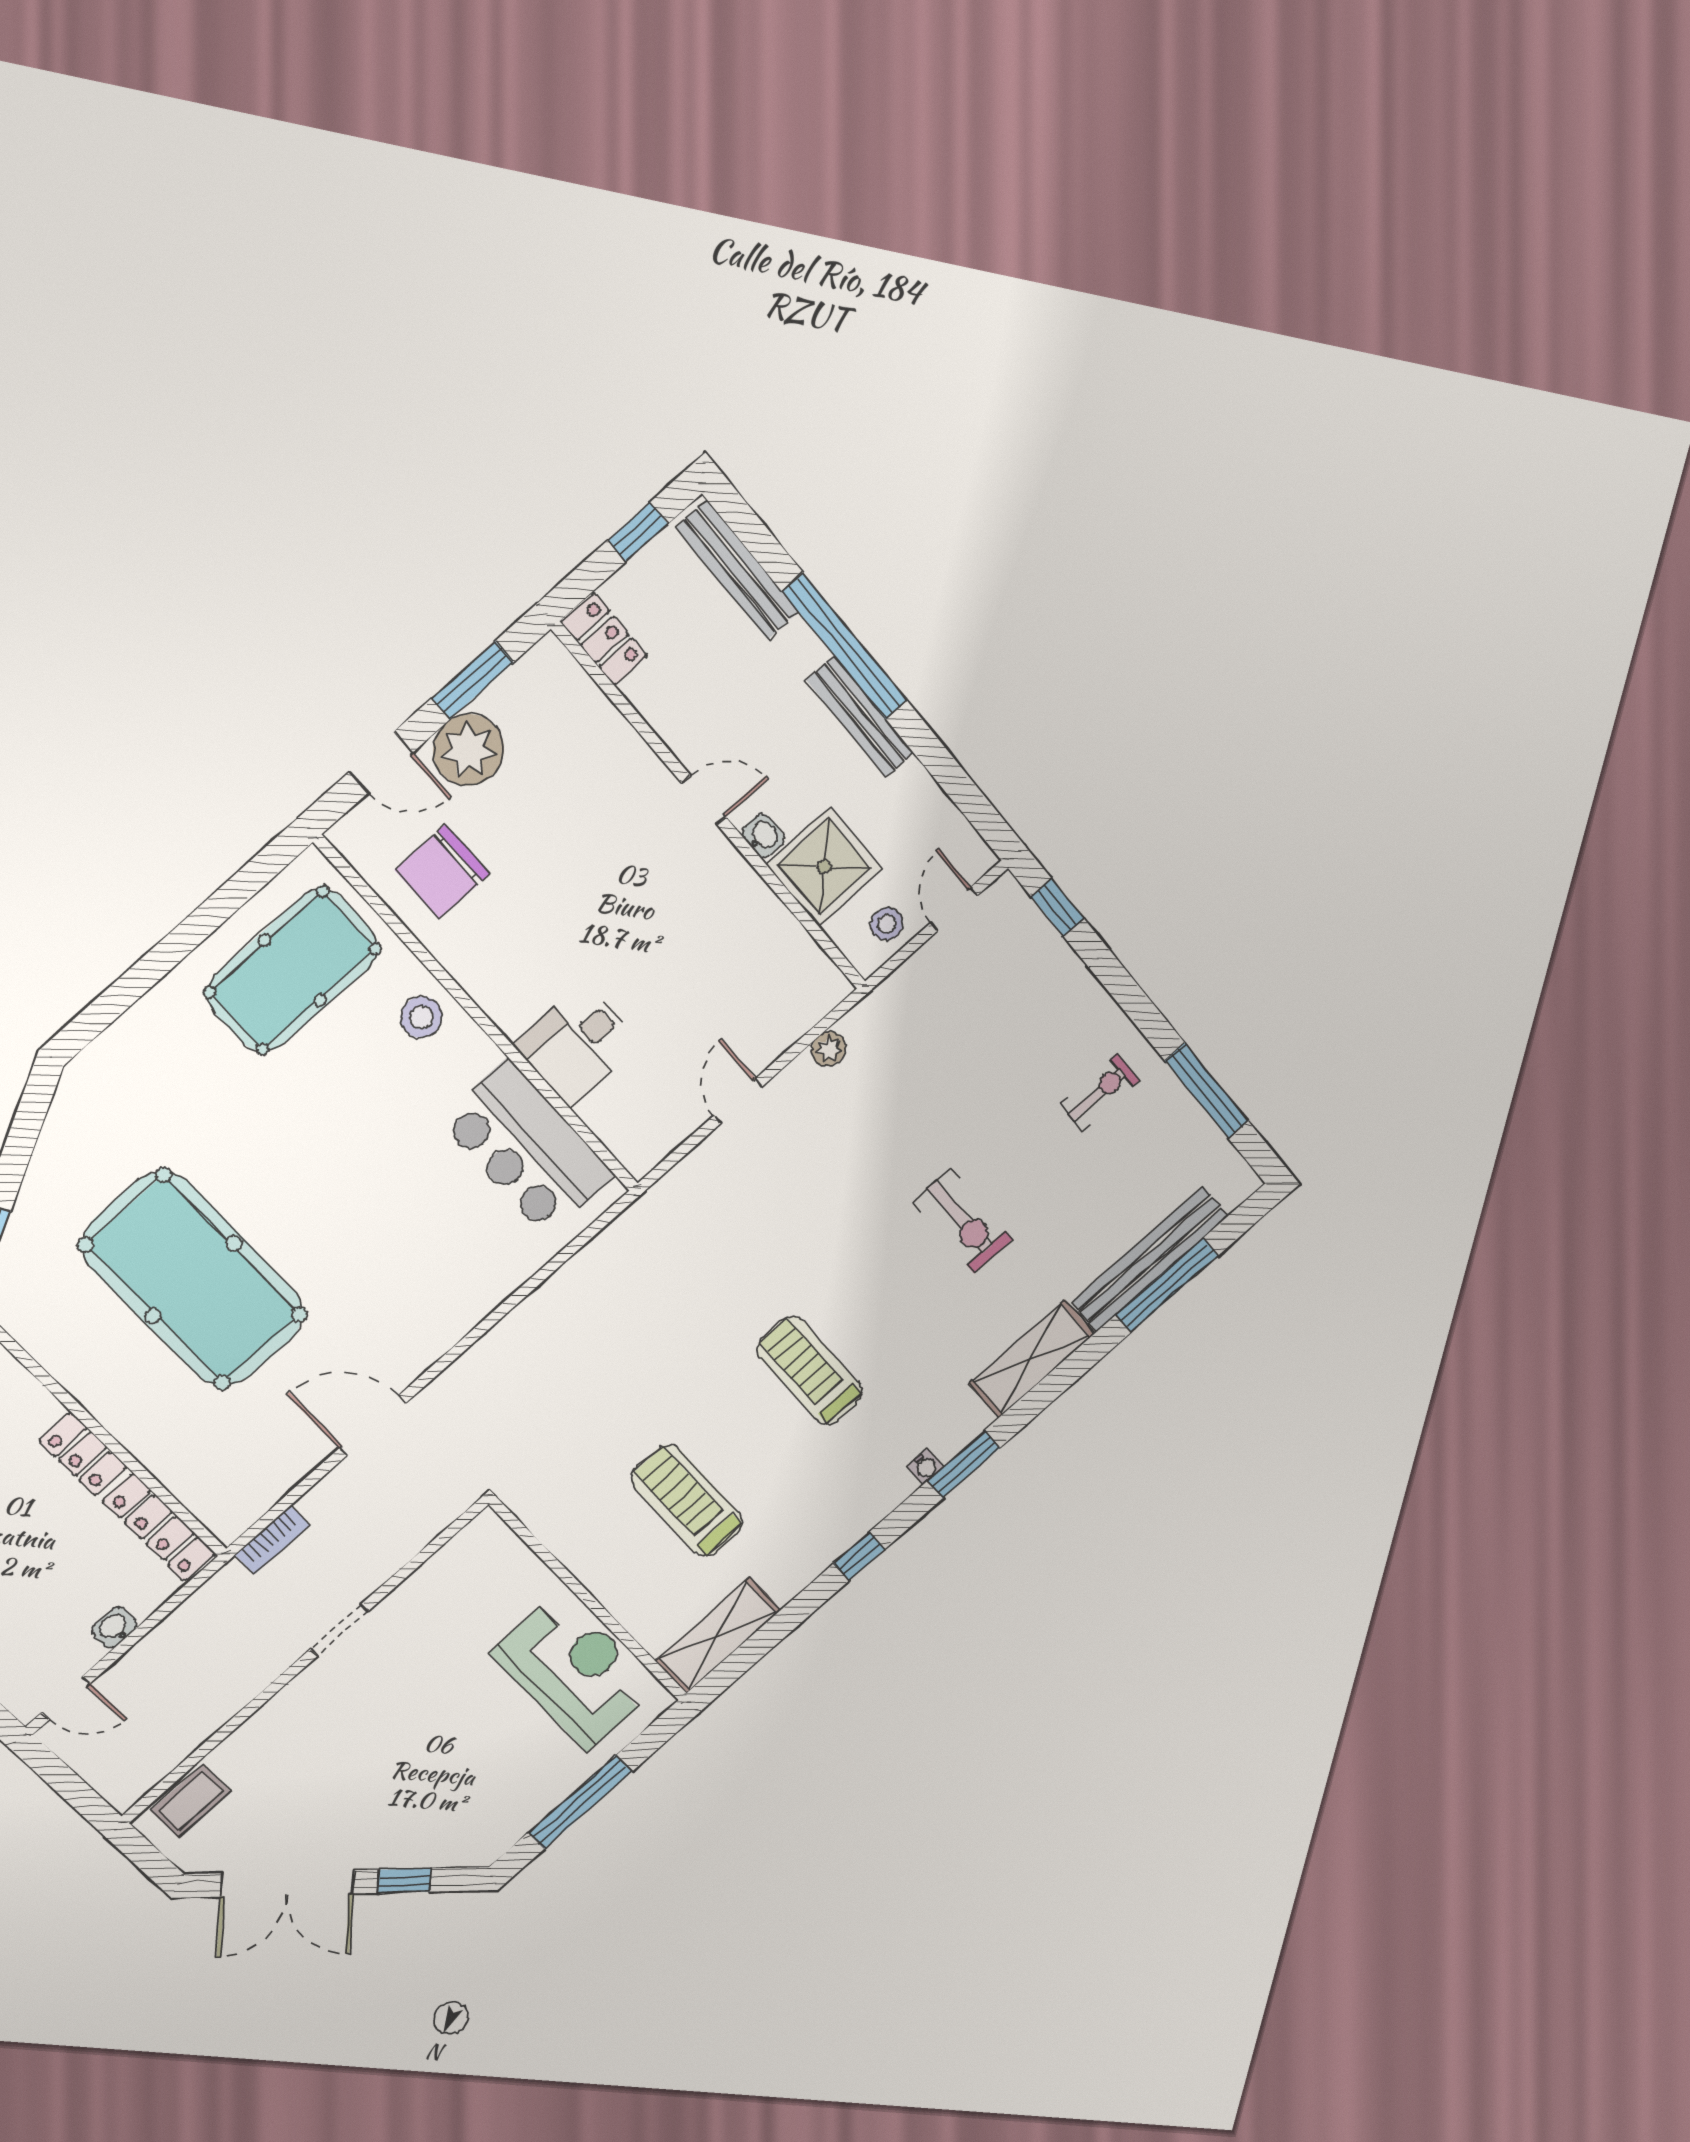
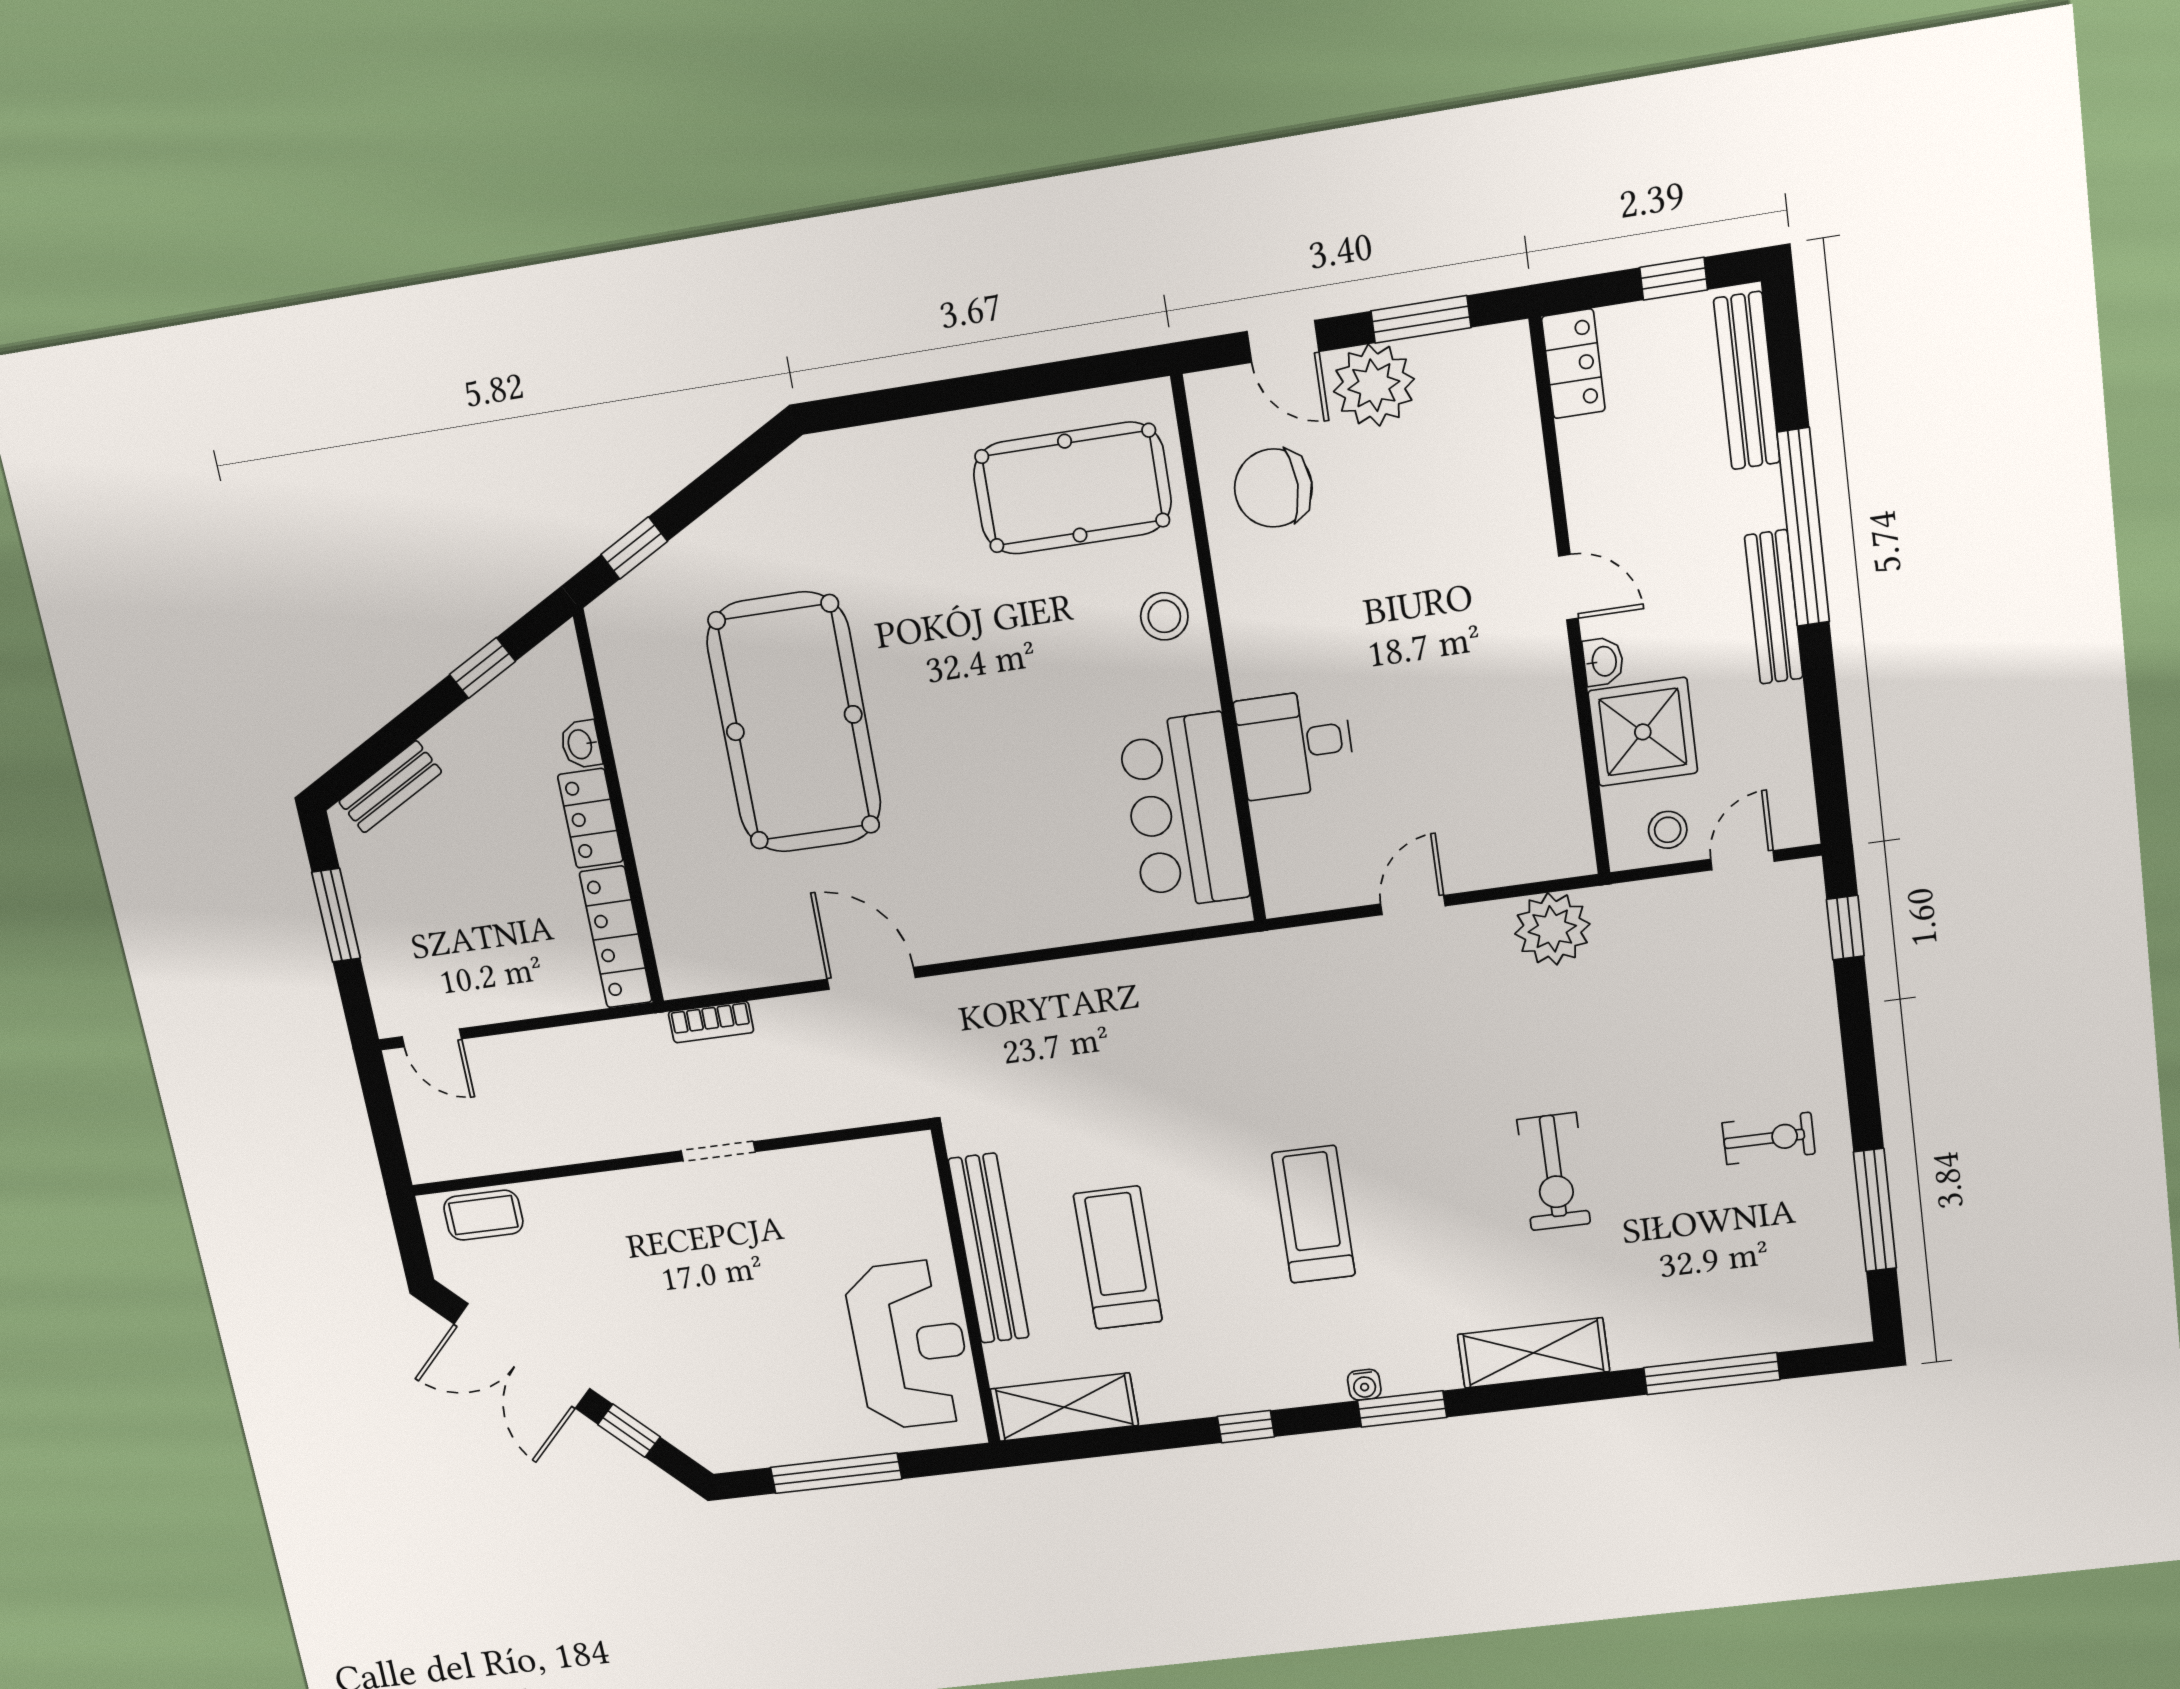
plant: (829, 1049) -> (1552, 929), width x1.87, depth x1.87
bench: (1150, 1259) -> (989, 1249), moved, turned 90
washbasin: (114, 1628) -> (581, 744), moved, turned -90

